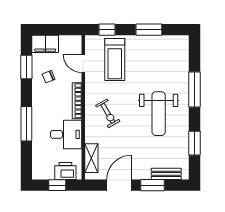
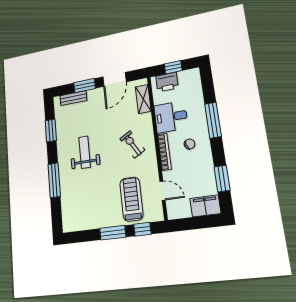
window: (149, 30) -> (113, 233), moved
chair: (49, 77) -> (190, 144), moved
weight bench: (159, 114) -> (85, 152), width x0.73, depth x0.75

